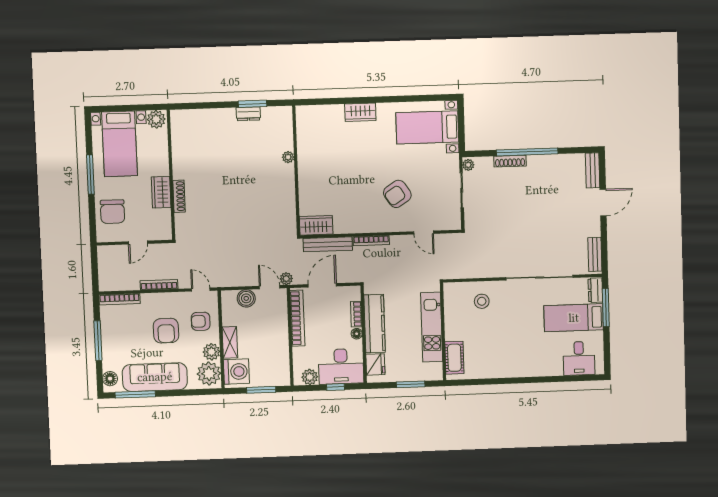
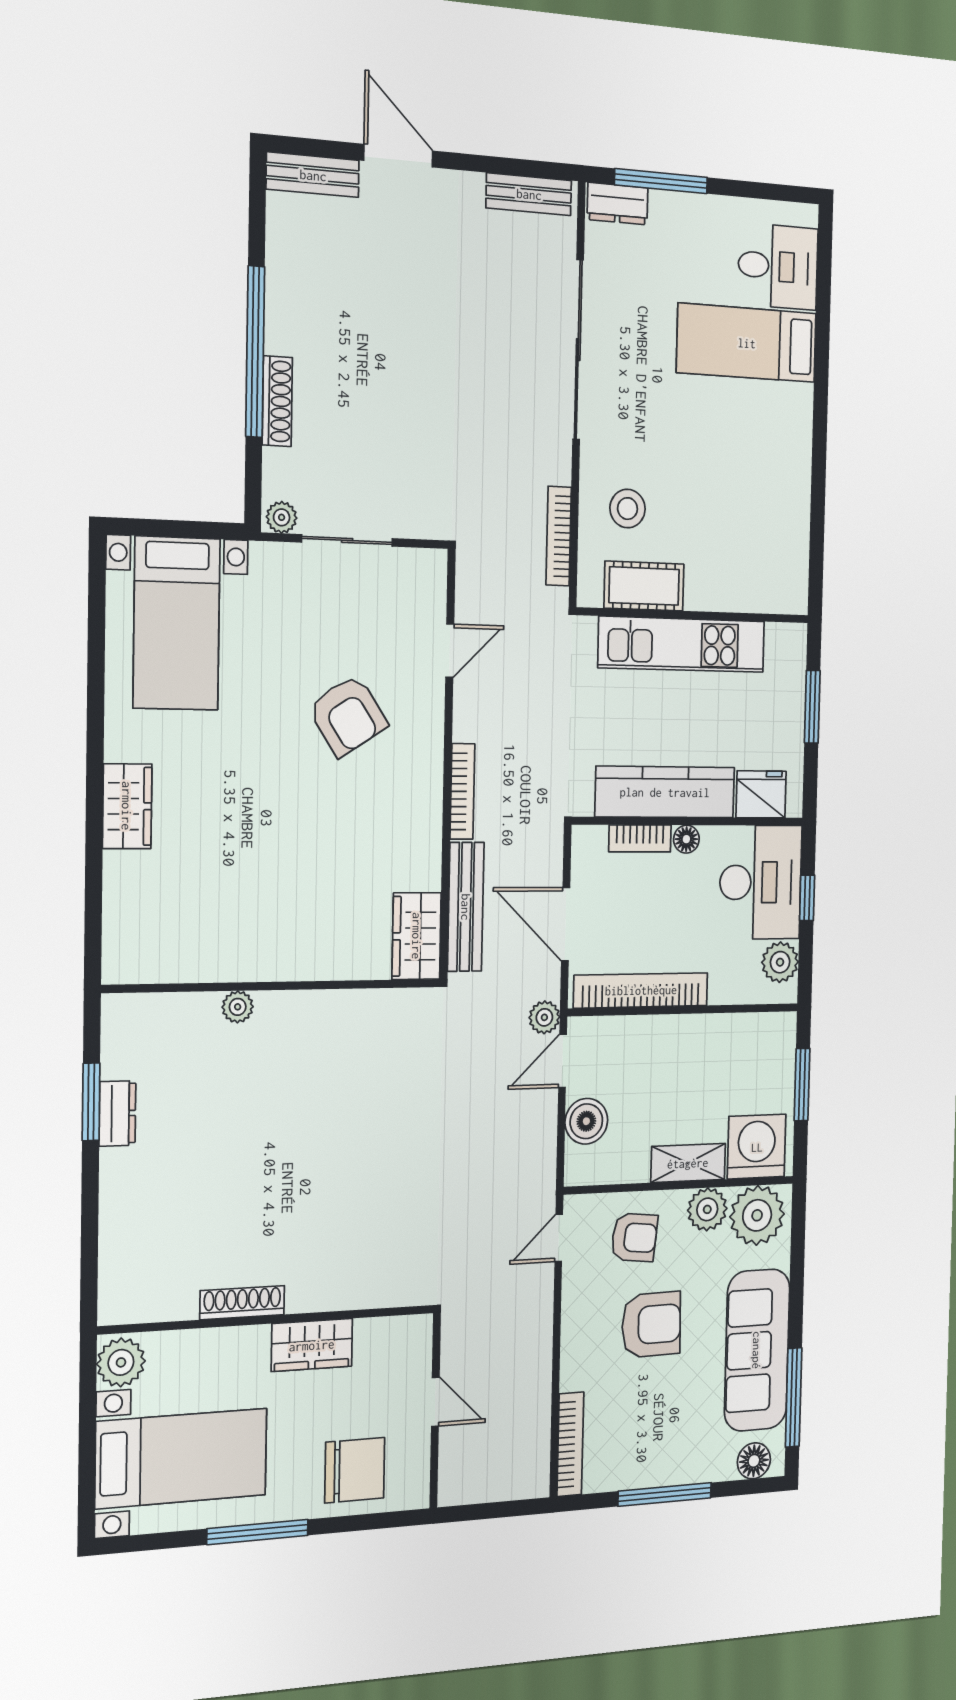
shoe rack: (179, 196) -> (242, 1303), moved
bookcase: (159, 285) -> (559, 536), moved
bed: (574, 318) -> (747, 343), moved, turned 90
armchair: (201, 321) -> (634, 1237), turned -84
cot: (454, 358) -> (644, 586), moved

